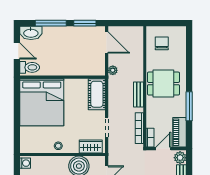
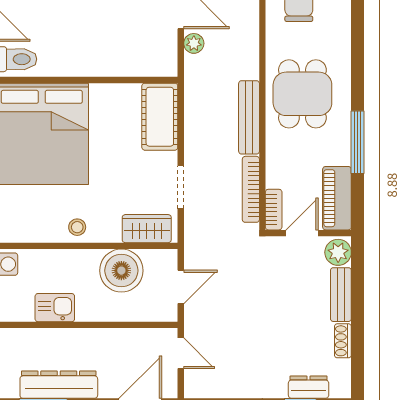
plant: (113, 70) -> (194, 43), moved
dining table: (163, 84) -> (302, 94), turned 90
bench: (139, 95) -> (249, 117), width x1.36

